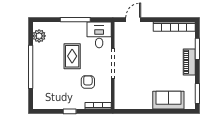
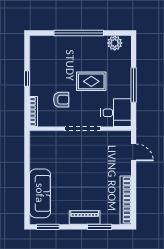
sofa: (168, 100) -> (40, 193), width x1.36

